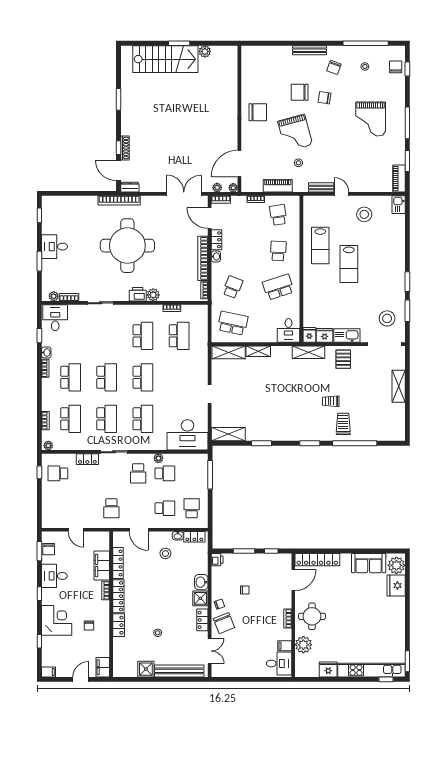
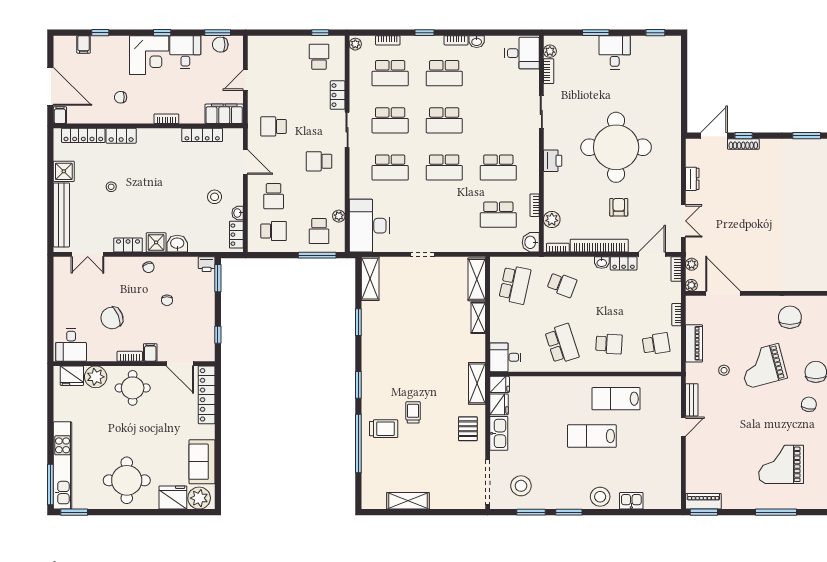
chair: (258, 112) -> (790, 317), turned 180
window: (407, 161) -> (704, 512), moved
dresser: (130, 187) -> (692, 179), moved
double door: (184, 194) -> (683, 221), width x0.73
bookcase: (119, 200) -> (675, 137), removed
kitchen sink: (399, 205) -> (631, 501), moved
stool: (364, 214) -> (600, 497), moved
armchair: (173, 243) -> (619, 207), added
plant: (153, 295) -> (552, 219), moved
washbasin: (200, 311) -> (531, 242), added
window: (39, 336) -> (424, 33), moved
pallet: (343, 359) -> (468, 429), turned 90
shelving: (399, 386) -> (408, 501), moved
plant: (158, 458) -> (339, 216), moved
school desk: (165, 473) -> (319, 231), moved
door: (139, 530) -> (245, 162), swing flipped
window: (244, 551) -> (218, 278), moved
filing cabinet: (102, 565) -> (224, 114), moved
locker: (118, 596) -> (83, 135), moved
corner desk: (57, 620) -> (149, 55), moved
round table: (383, 621) -> (127, 480), added
chair: (224, 623) -> (112, 318), moved
filing cabinet: (285, 646) -> (150, 352), moved
filing cabinet: (103, 667) -> (60, 115), width x0.50
fridge: (328, 669) -> (72, 376), moved, turned 90
filing cabinet: (48, 672) -> (84, 44), moved
door: (81, 679) -> (50, 86), width x1.87
window: (386, 679) -> (50, 484), width x2.17

